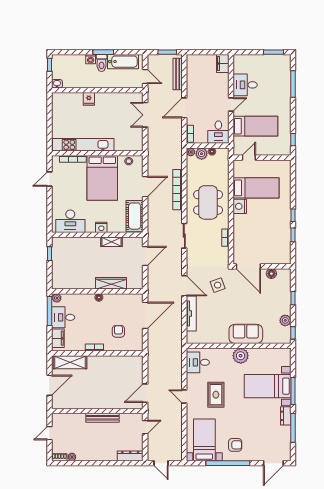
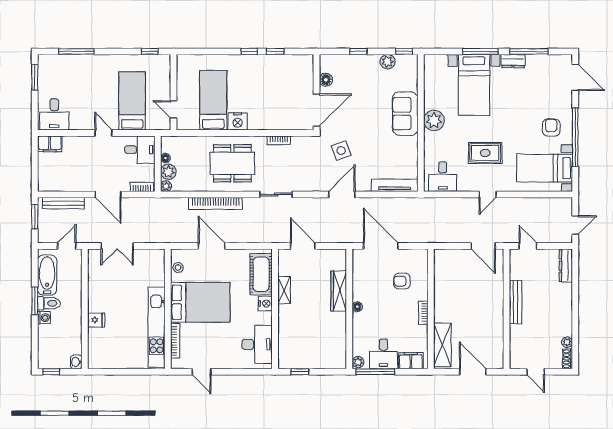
desk: (245, 85) -> (54, 114), moved
cot: (135, 216) -> (261, 274), moved, turned 90
tv unit: (191, 313) -> (395, 185), moved

